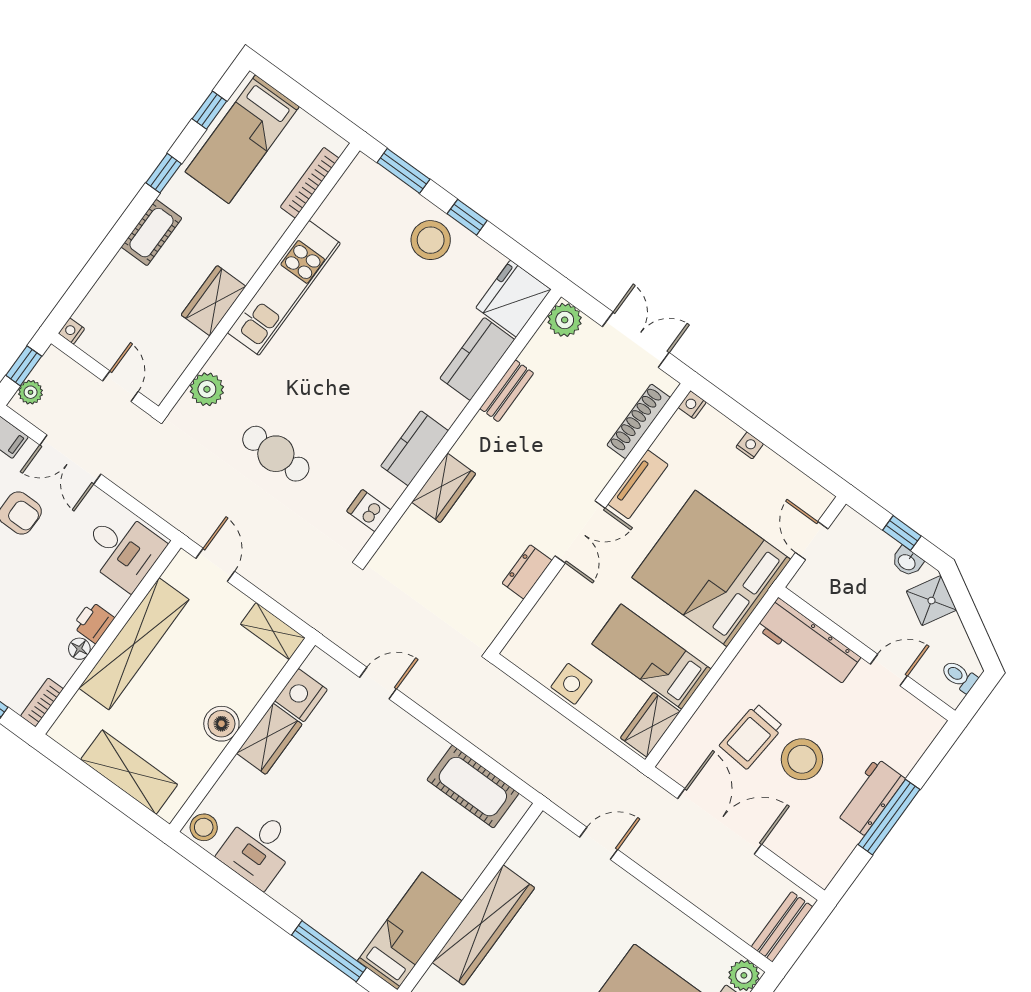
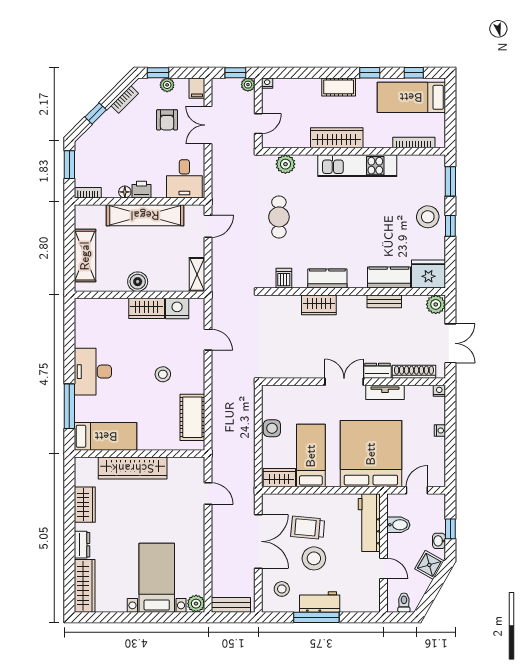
wardrobe: (214, 301) -> (337, 138), width x1.50
plant: (31, 392) -> (248, 85), moved
double door: (580, 532) -> (344, 382), swing flipped
dresser: (527, 572) -> (377, 371), moved
bidet: (842, 603) -> (398, 525), added
stool: (204, 827) -> (163, 374), moved
stool: (812, 837) -> (282, 589), added
desk: (258, 848) -> (93, 372), moved, width x1.37

